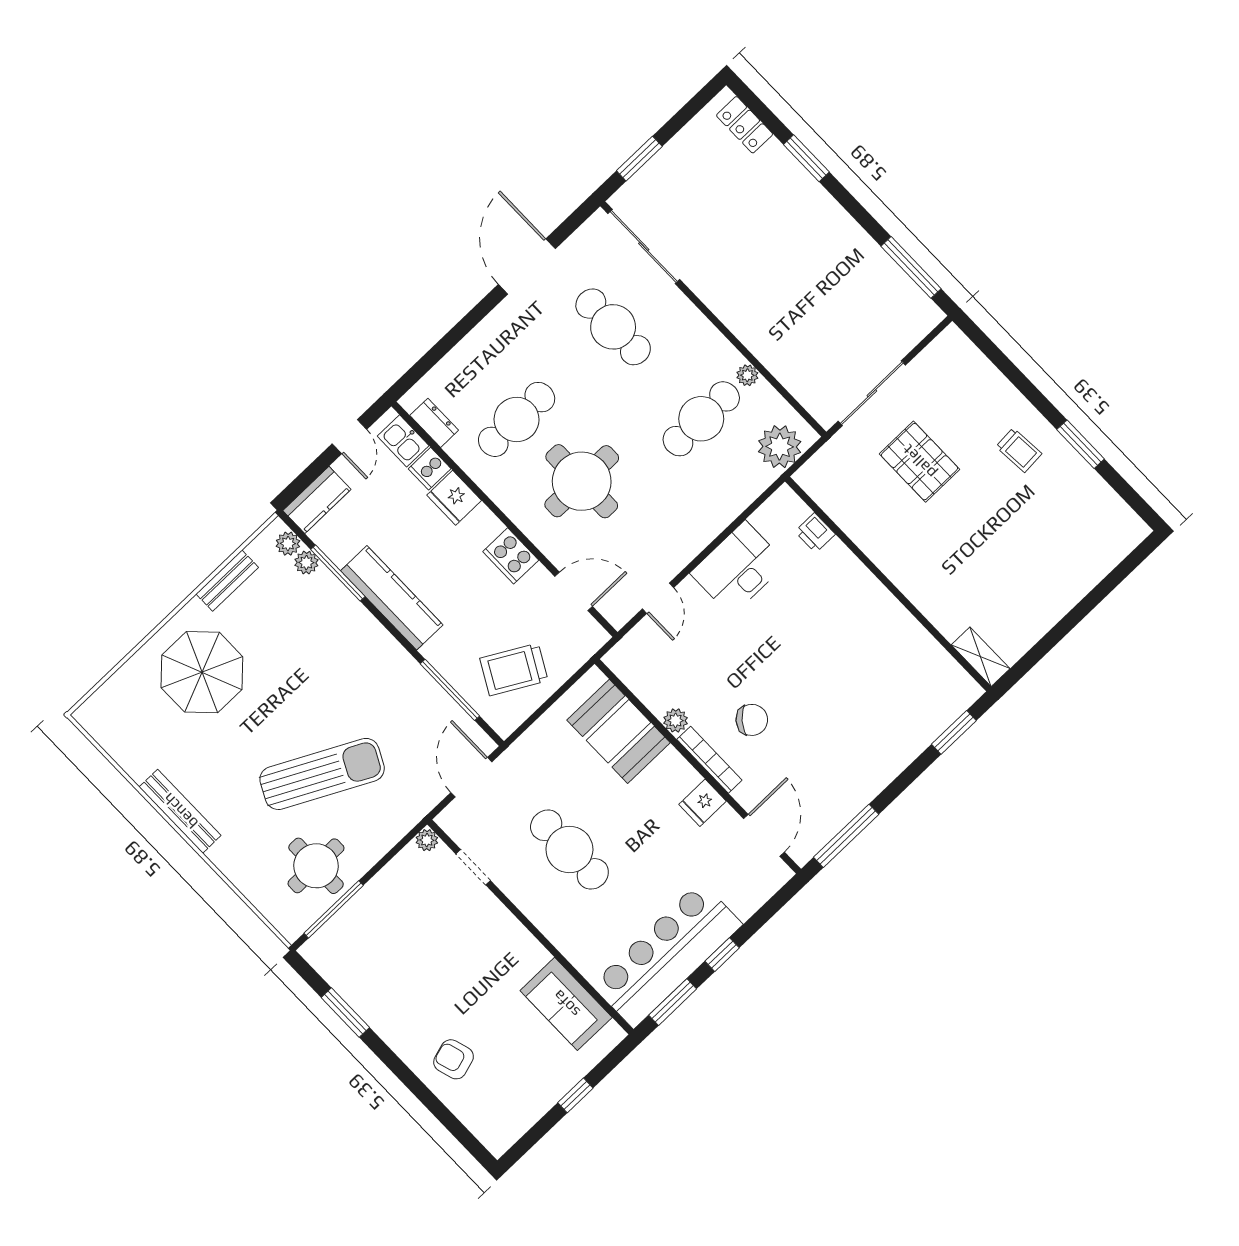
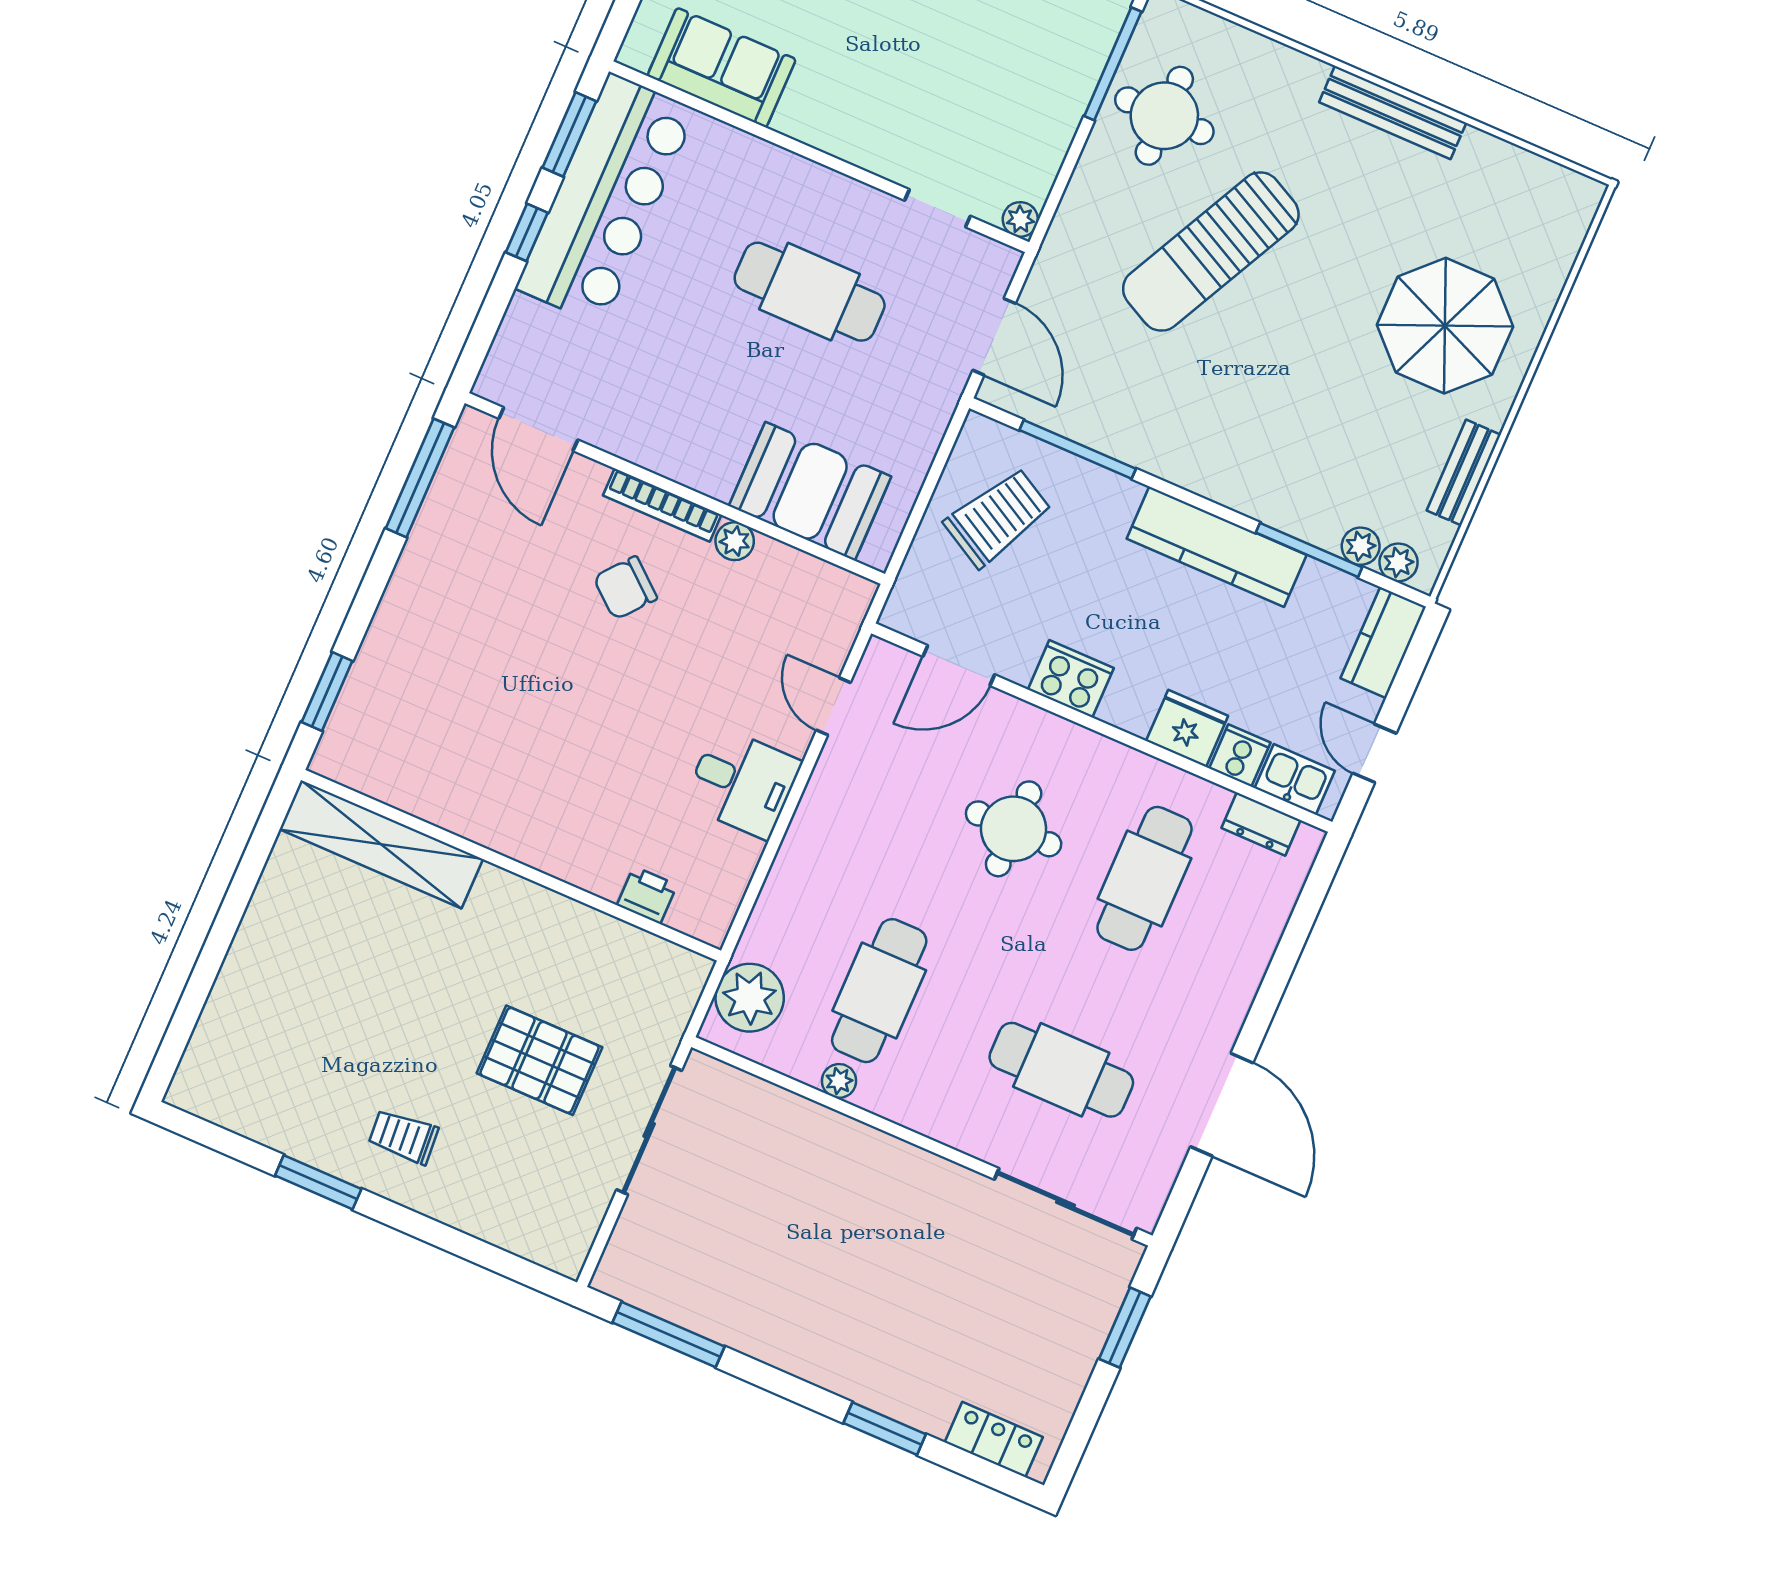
round table: (582, 481) -> (1014, 829), width x0.73, depth x0.73
desk: (738, 568) -> (742, 783), width x0.73
shelving: (981, 657) -> (381, 844), width x2.20, depth x1.33
fridge: (703, 803) -> (646, 439), removed

